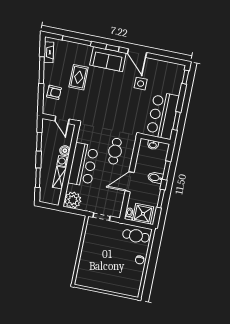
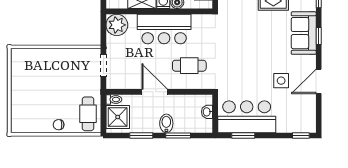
door: (137, 53) -> (319, 81), moved

